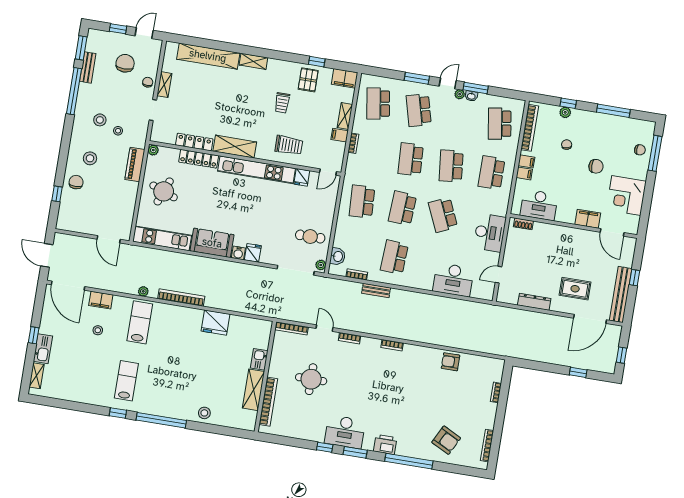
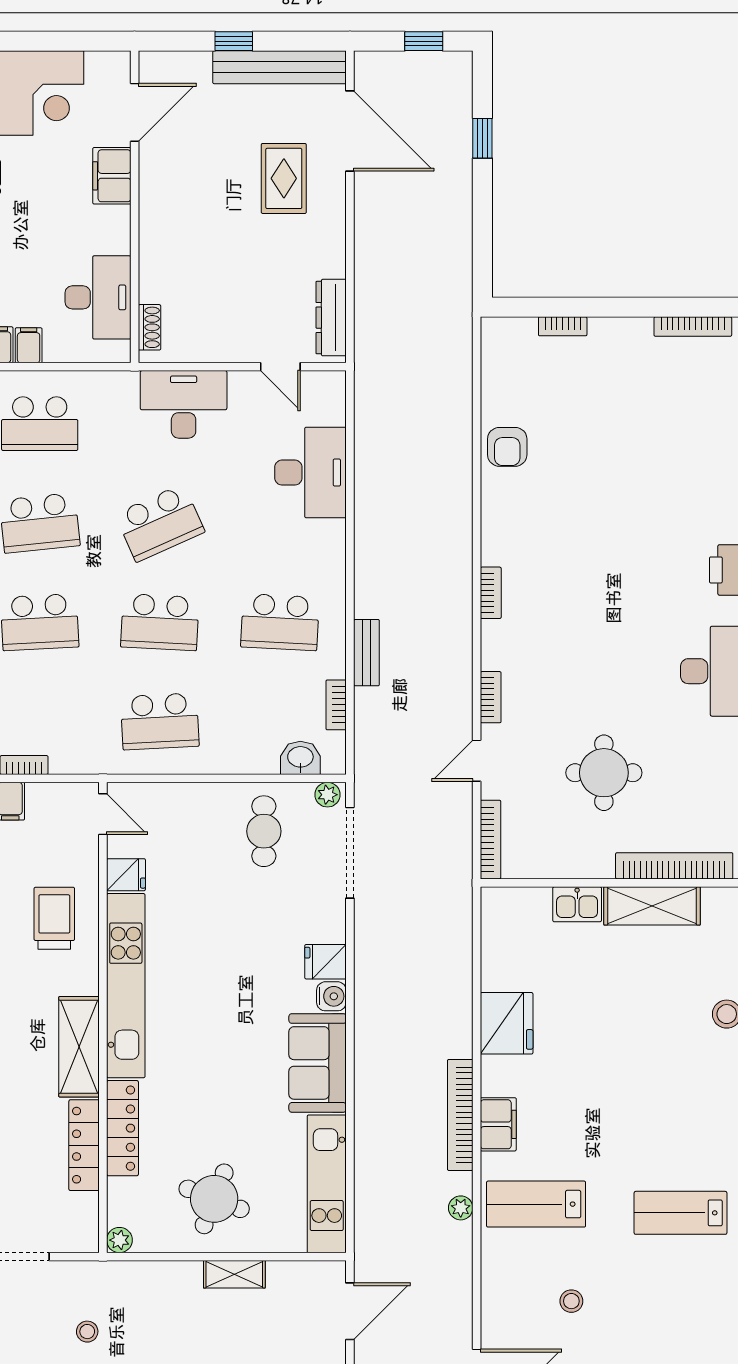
piano: (135, 164) -> (161, 1278), removed
shelving: (131, 195) -> (234, 1274), added
filing cabinet: (101, 300) -> (498, 1124), moved
dresser: (534, 302) -> (331, 318), moved
armchair: (446, 440) -> (696, 426), removed

